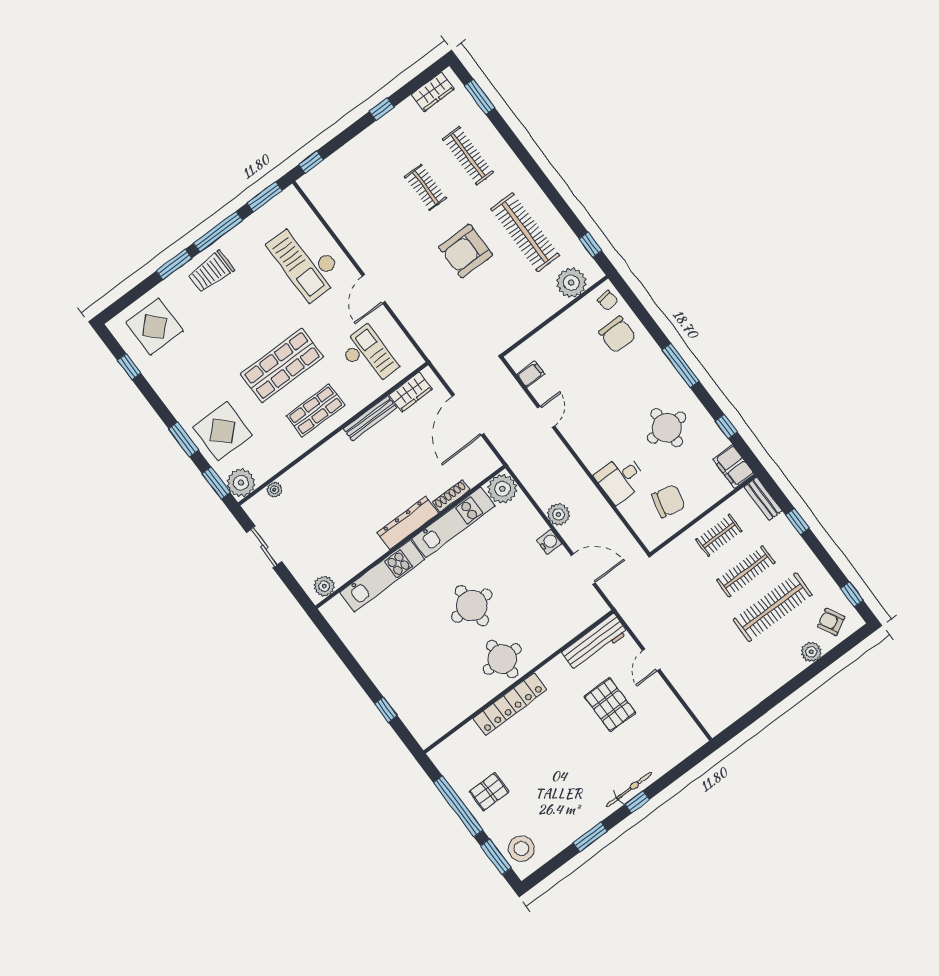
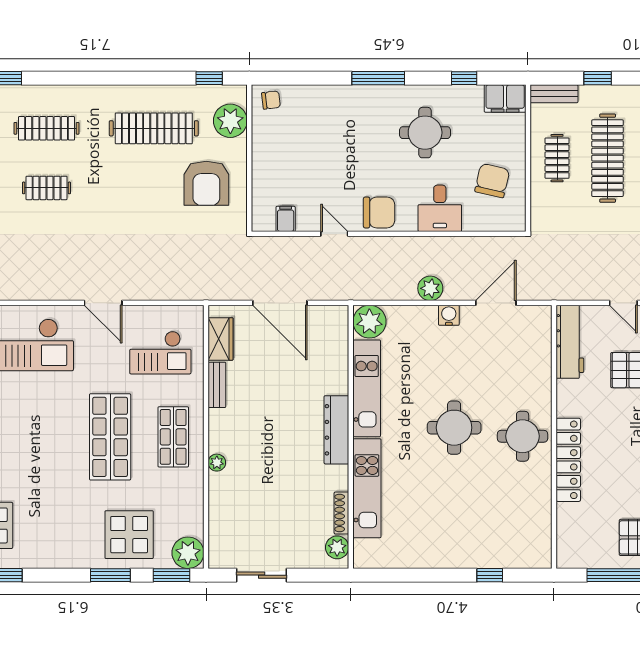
armchair: (465, 251) -> (206, 183), moved
chair: (617, 334) -> (379, 212), moved
checkout: (369, 356) -> (160, 353), turned 180
bench: (370, 418) -> (217, 385), width x0.73
plant: (274, 490) -> (217, 463), moved
shoe rack: (451, 496) -> (341, 513), moved
clothes rail: (746, 571) -> (608, 158), width x1.37, depth x1.31

